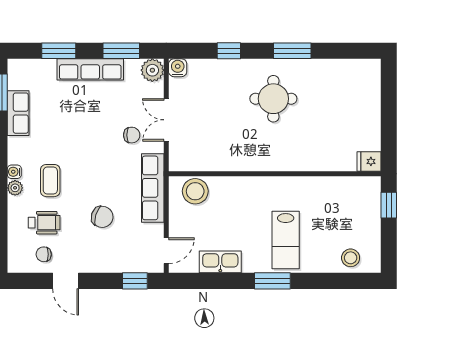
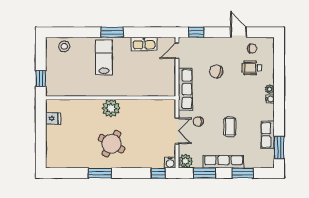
window: (229, 51) -> (158, 173), moved
round table: (273, 99) -> (111, 144), turned 30
plant: (274, 156) -> (111, 108), added
fridge: (369, 161) -> (53, 118), moved
coffee table: (50, 181) -> (230, 127), moved
stool: (195, 191) -> (159, 87), removed

